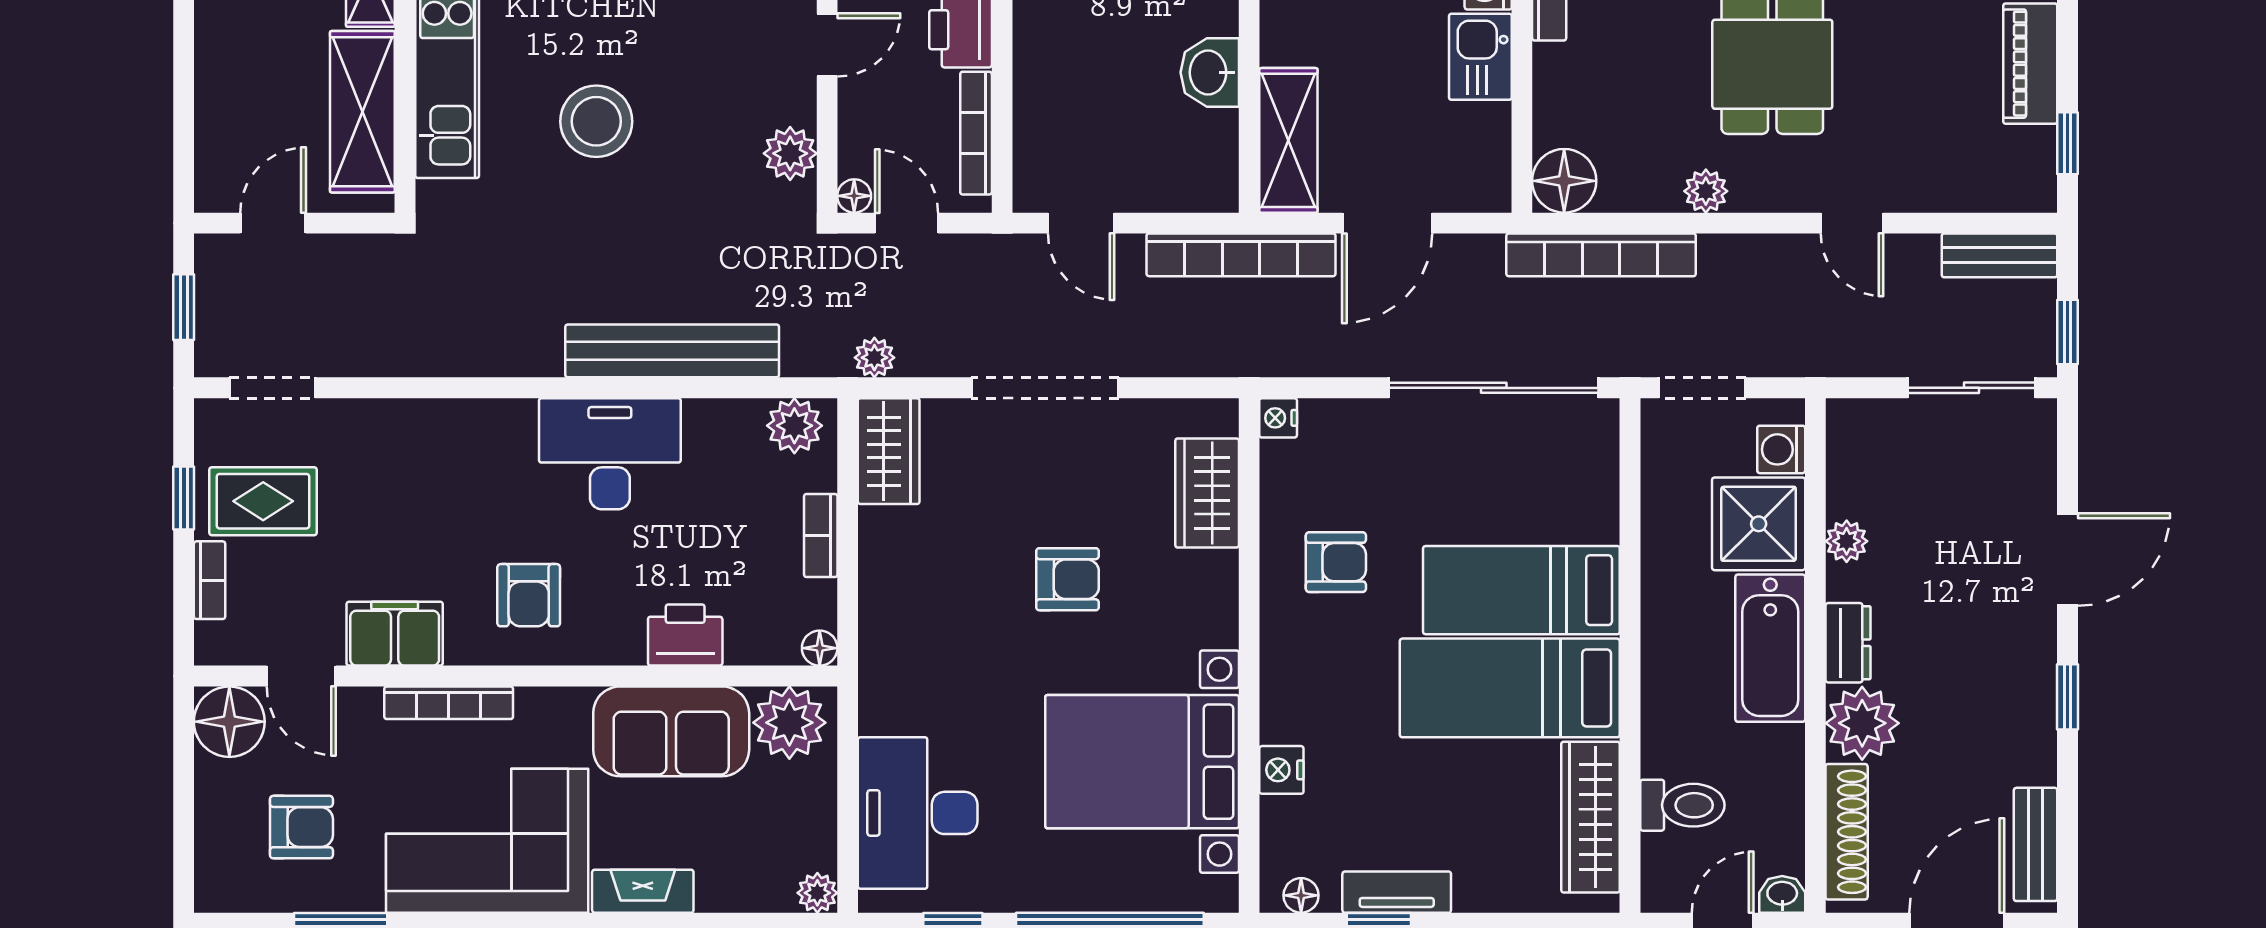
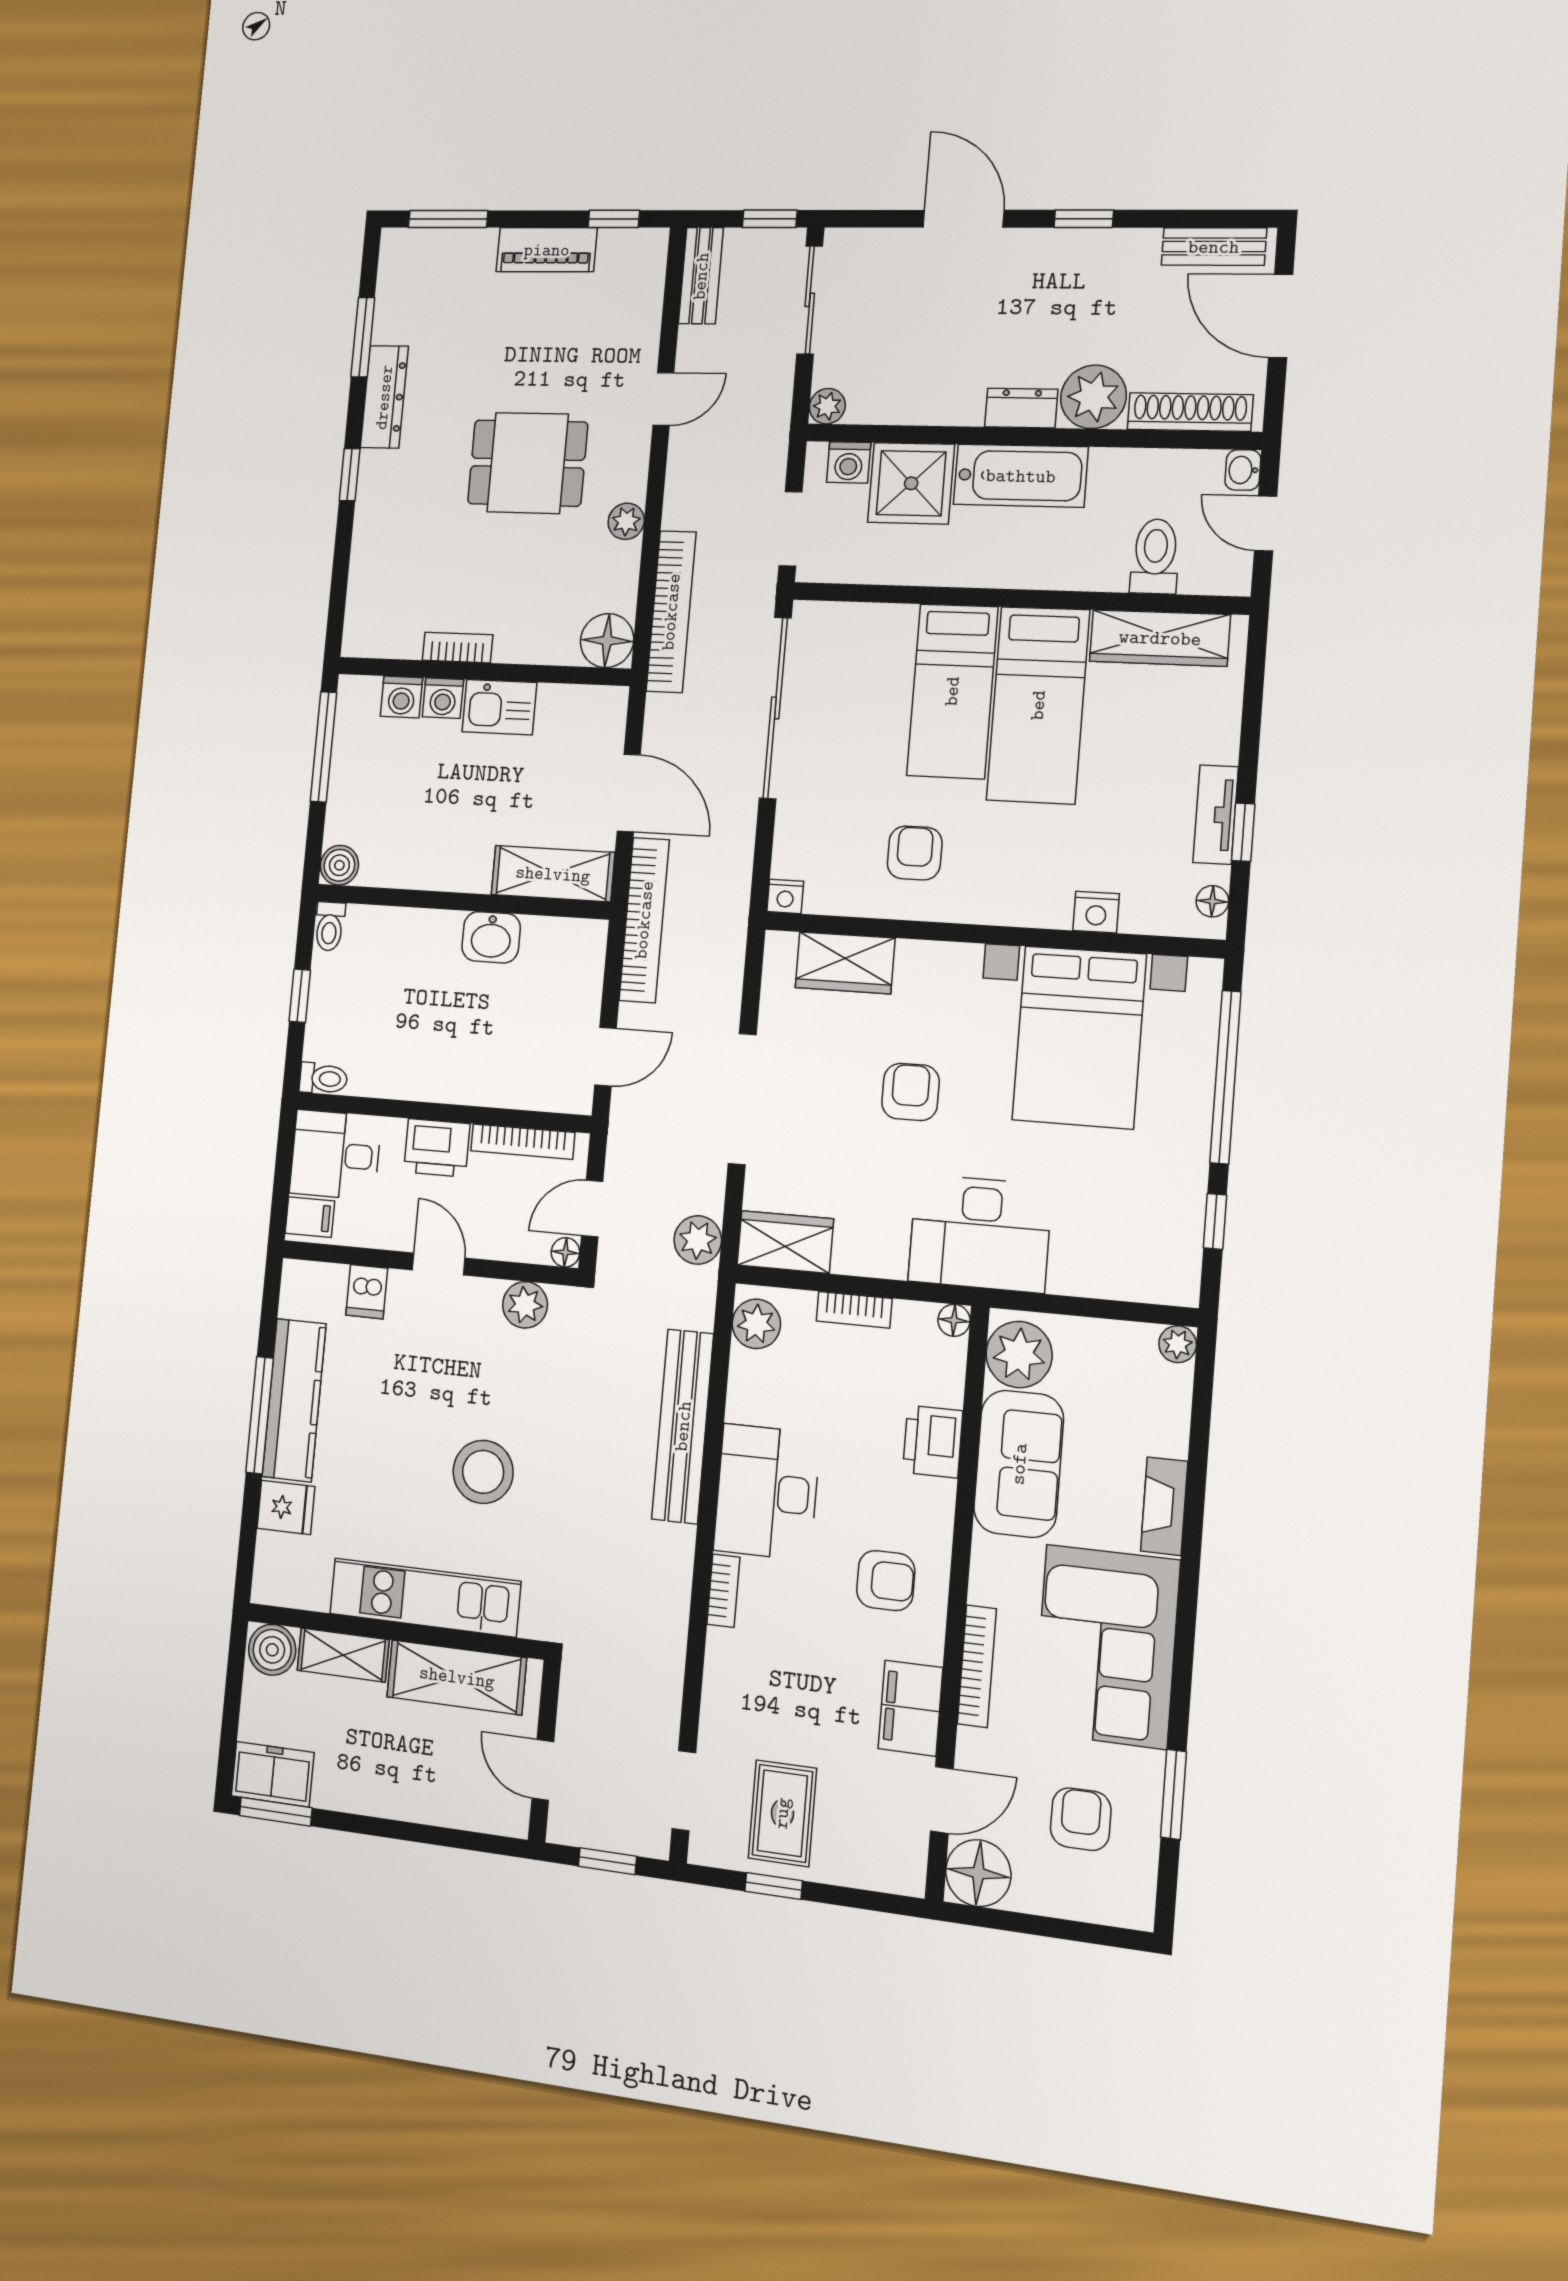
plant: (874, 358) -> (698, 1240), width x1.38, depth x1.38
plant: (1847, 541) -> (827, 406), moved
bookcase: (210, 580) -> (723, 1591), moved, turned 90
desk: (918, 813) -> (980, 1233), moved

